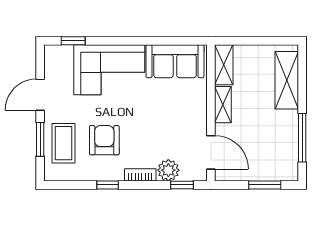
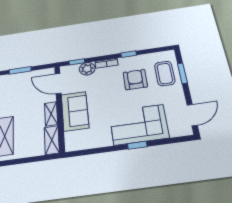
window: (73, 41) -> (137, 145), moved
sofa: (175, 61) -> (75, 111), moved, turned 90
door: (40, 95) -> (192, 115), moved
armchair: (104, 140) -> (135, 80), turned 180

